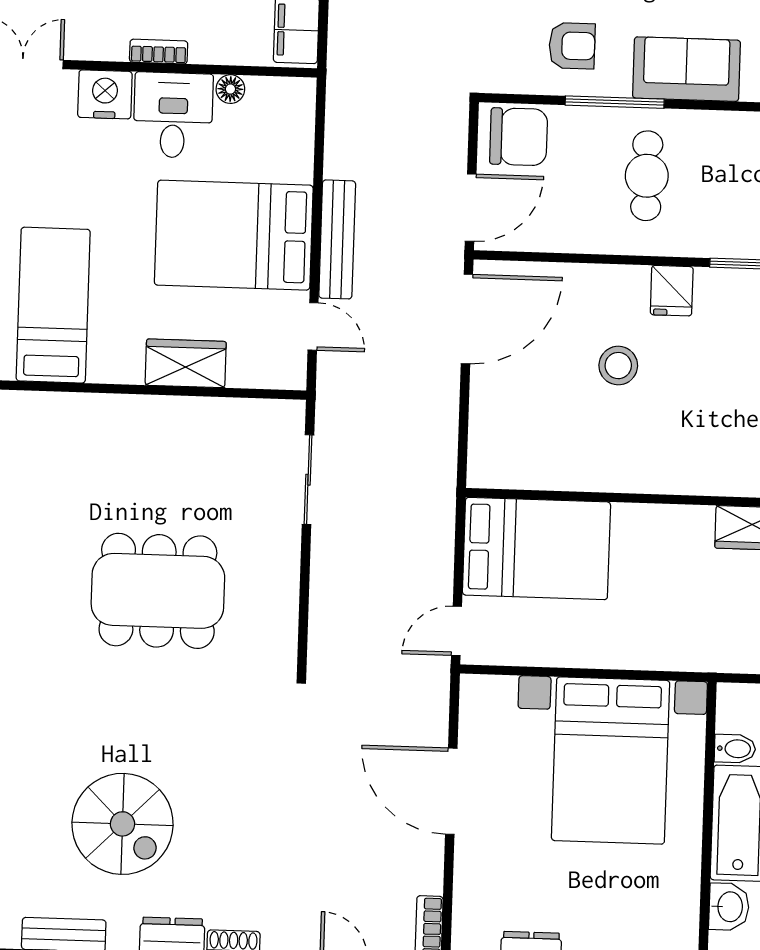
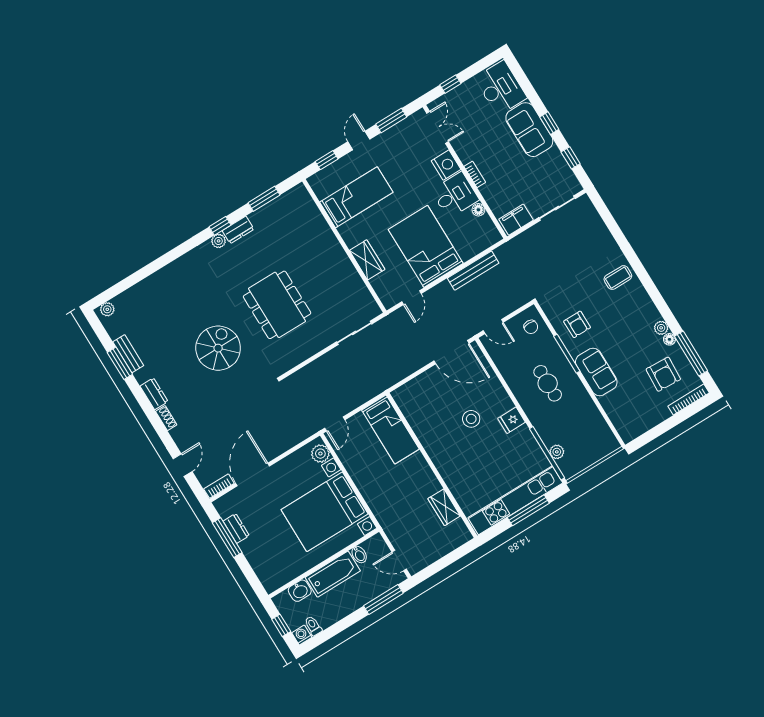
chair: (519, 137) -> (531, 327), width x0.54, depth x0.54
cafe table: (647, 176) -> (548, 383), turned 90
door: (471, 208) -> (493, 327), width x0.73
bench: (337, 239) -> (473, 271), moved
bed: (536, 548) -> (390, 430), width x0.67
door: (457, 631) -> (335, 424), swing flipped
plant: (495, 695) -> (320, 454), added
door: (451, 791) -> (253, 475), moved
spiral stairs: (123, 824) -> (218, 348), moved, turned 180

